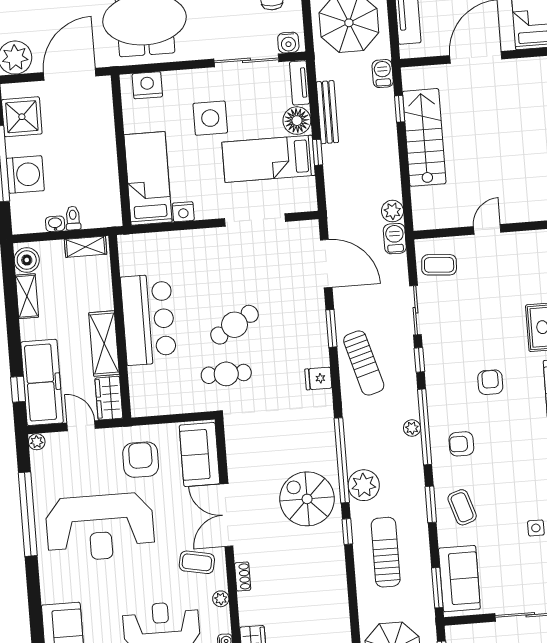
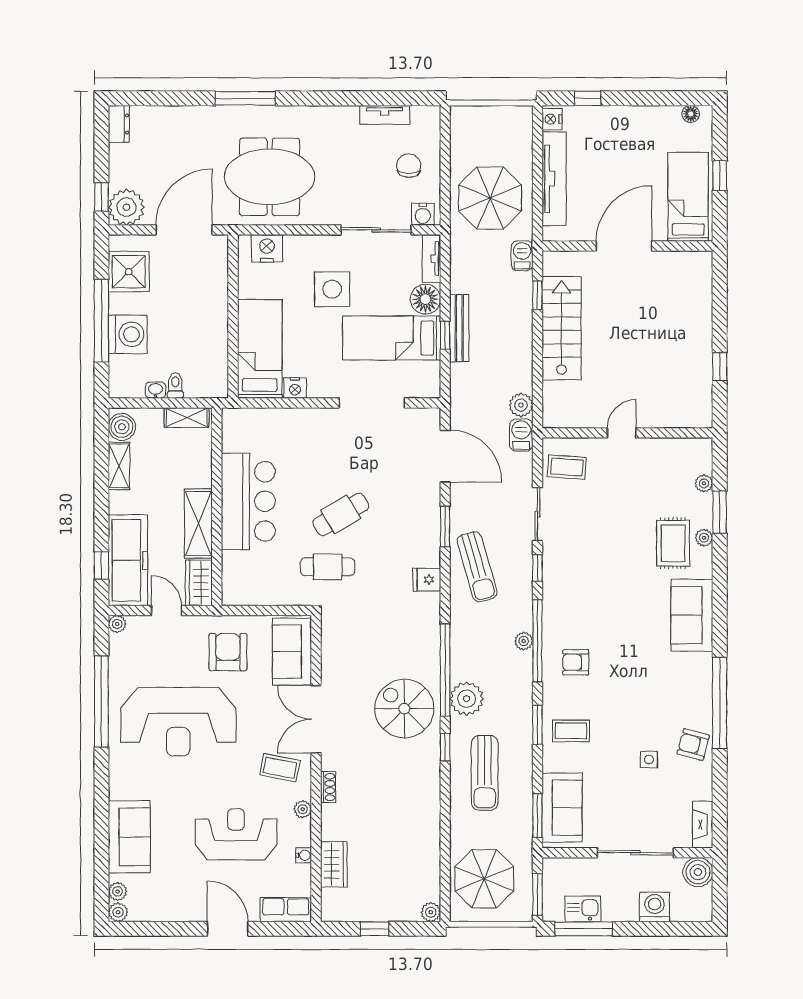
bench: (327, 112) -> (459, 328), moved
armchair: (490, 382) -> (612, 598), removed
coffee table: (462, 507) -> (571, 731), turned -72
sun lounger: (386, 552) -> (485, 773), turned 180

